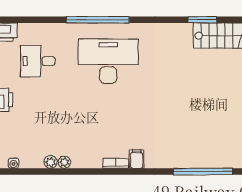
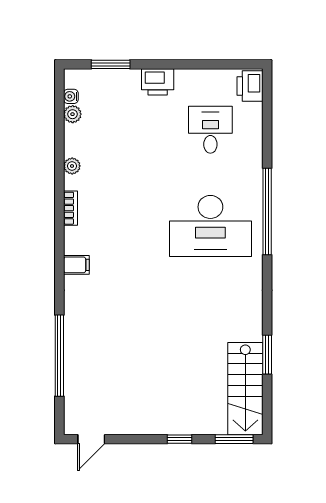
desk: (108, 61) -> (210, 226), turned 90
plant: (51, 162) -> (73, 114), moved
bookcase: (116, 163) -> (71, 208), moved

